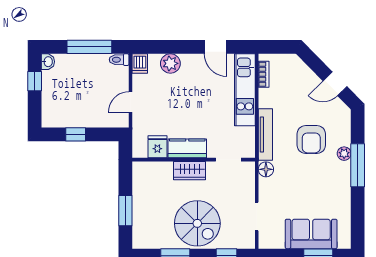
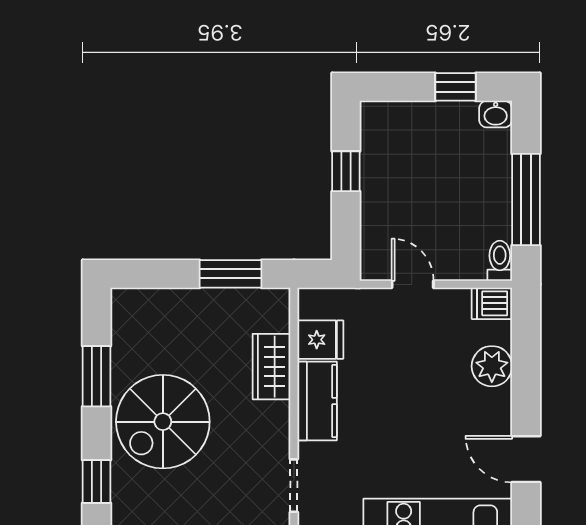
door: (215, 47) -> (526, 459), hinge flipped
wardrobe: (190, 171) -> (272, 367), moved
window: (125, 211) -> (230, 274), moved

